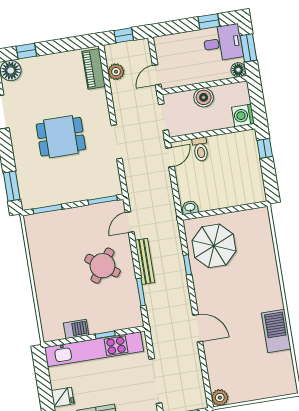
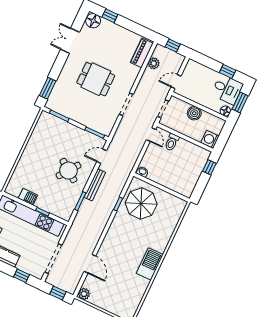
door: (170, 157) -> (151, 135), hinge flipped
door: (198, 328) -> (90, 264), moved
barbecue: (276, 331) -> (150, 264), moved

